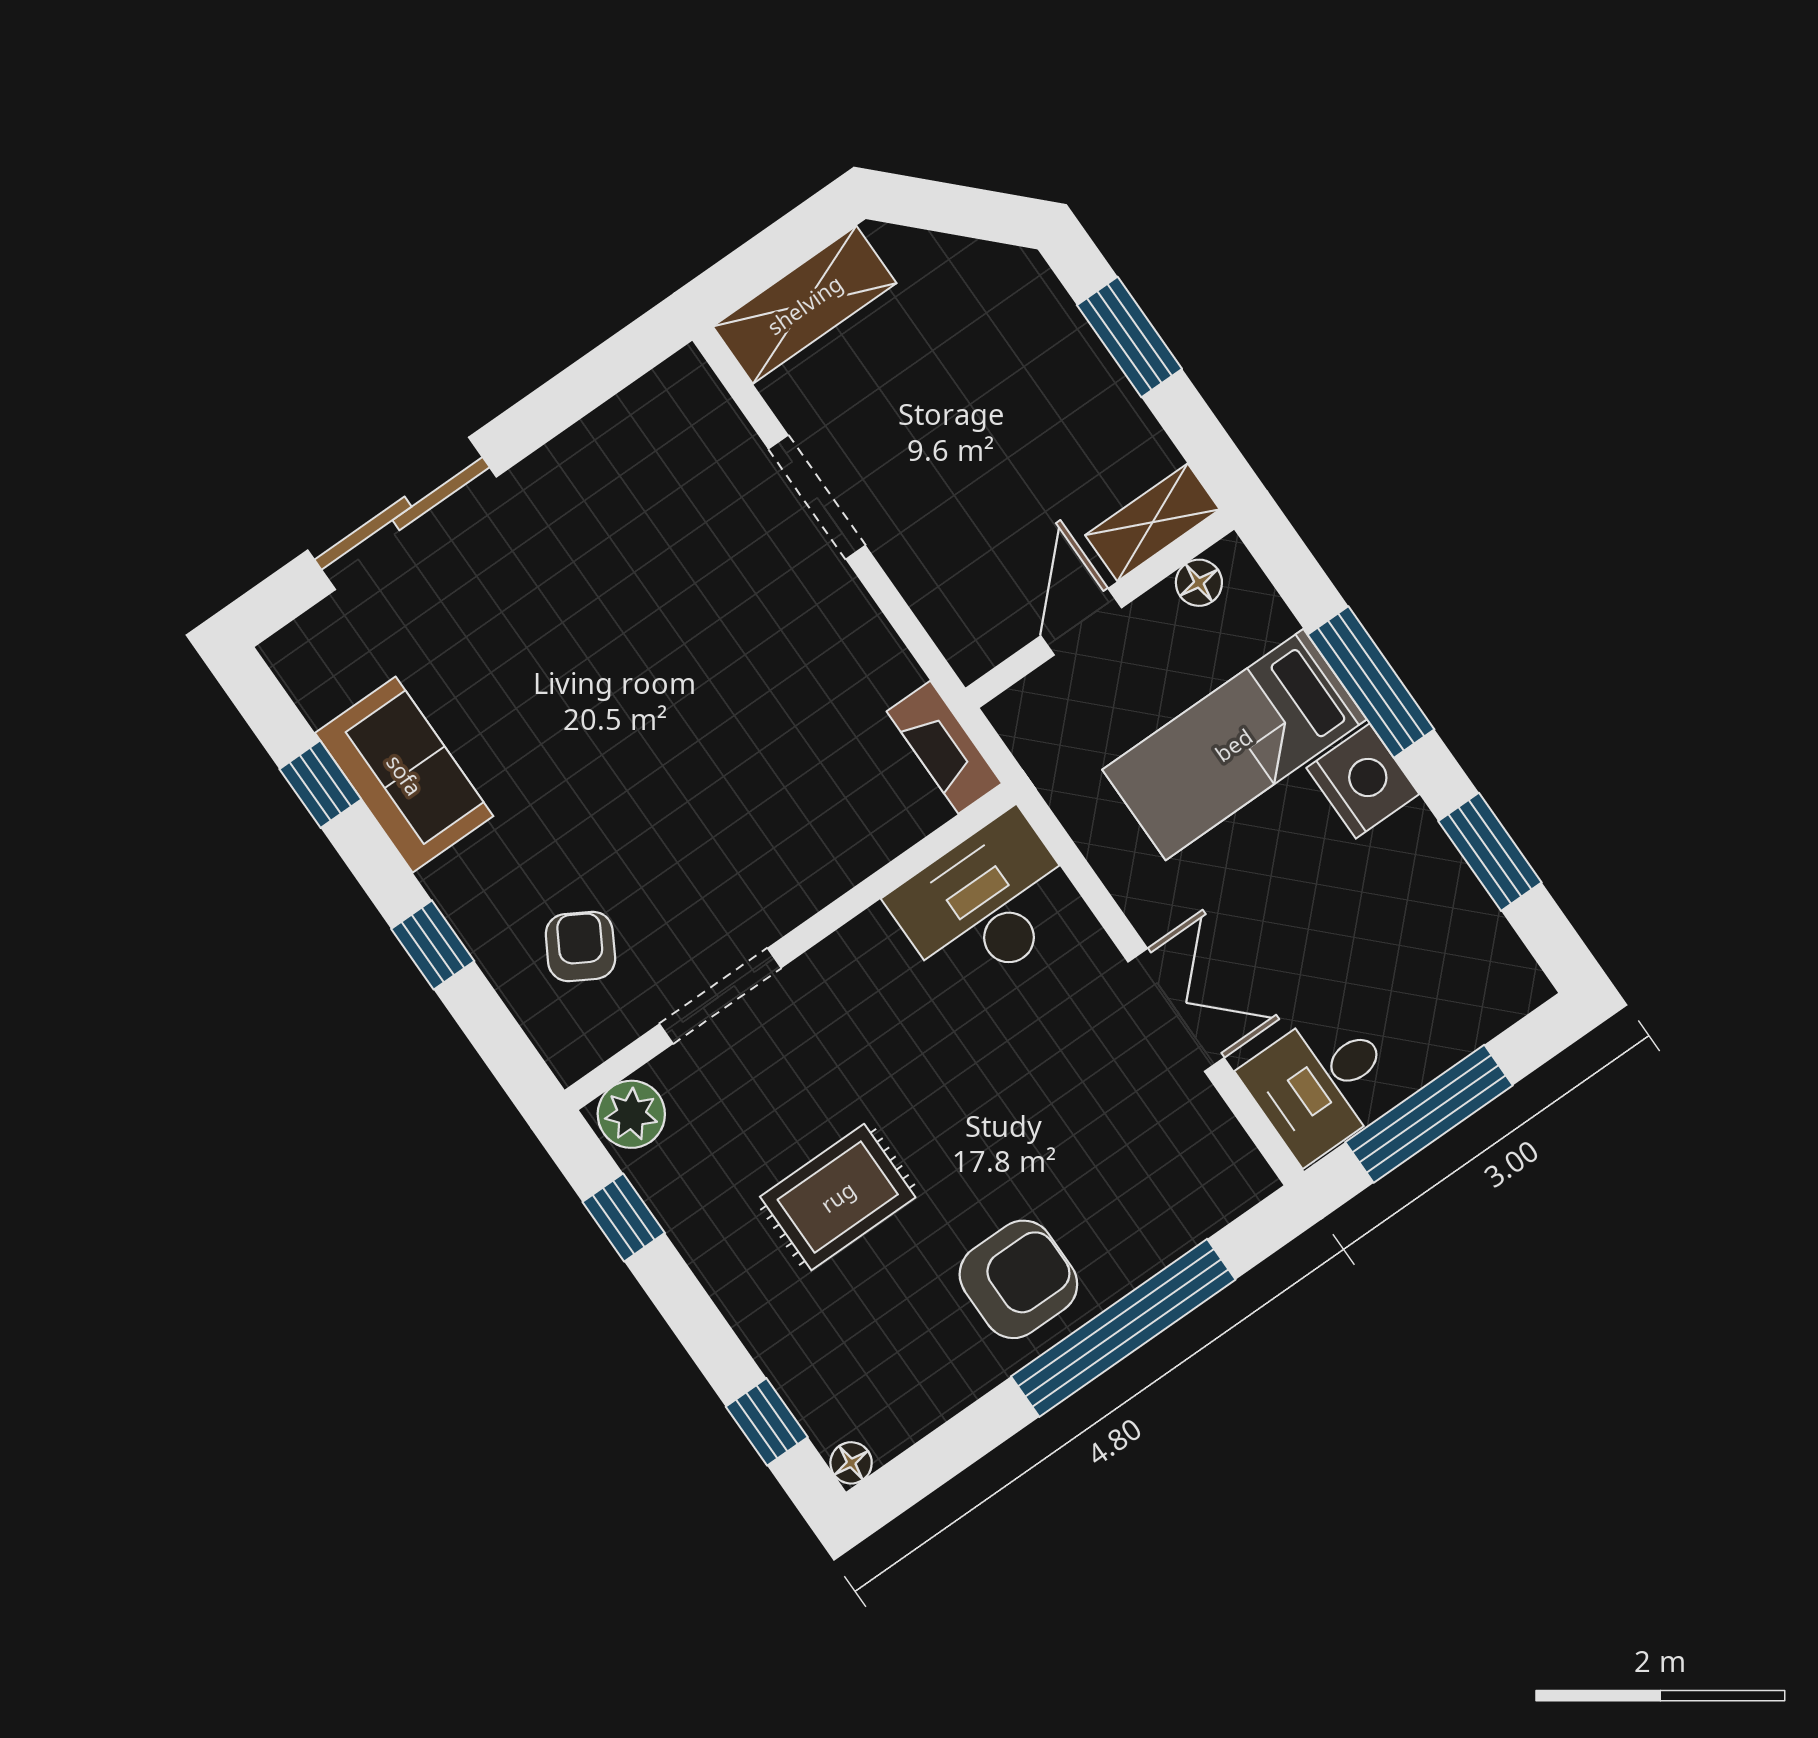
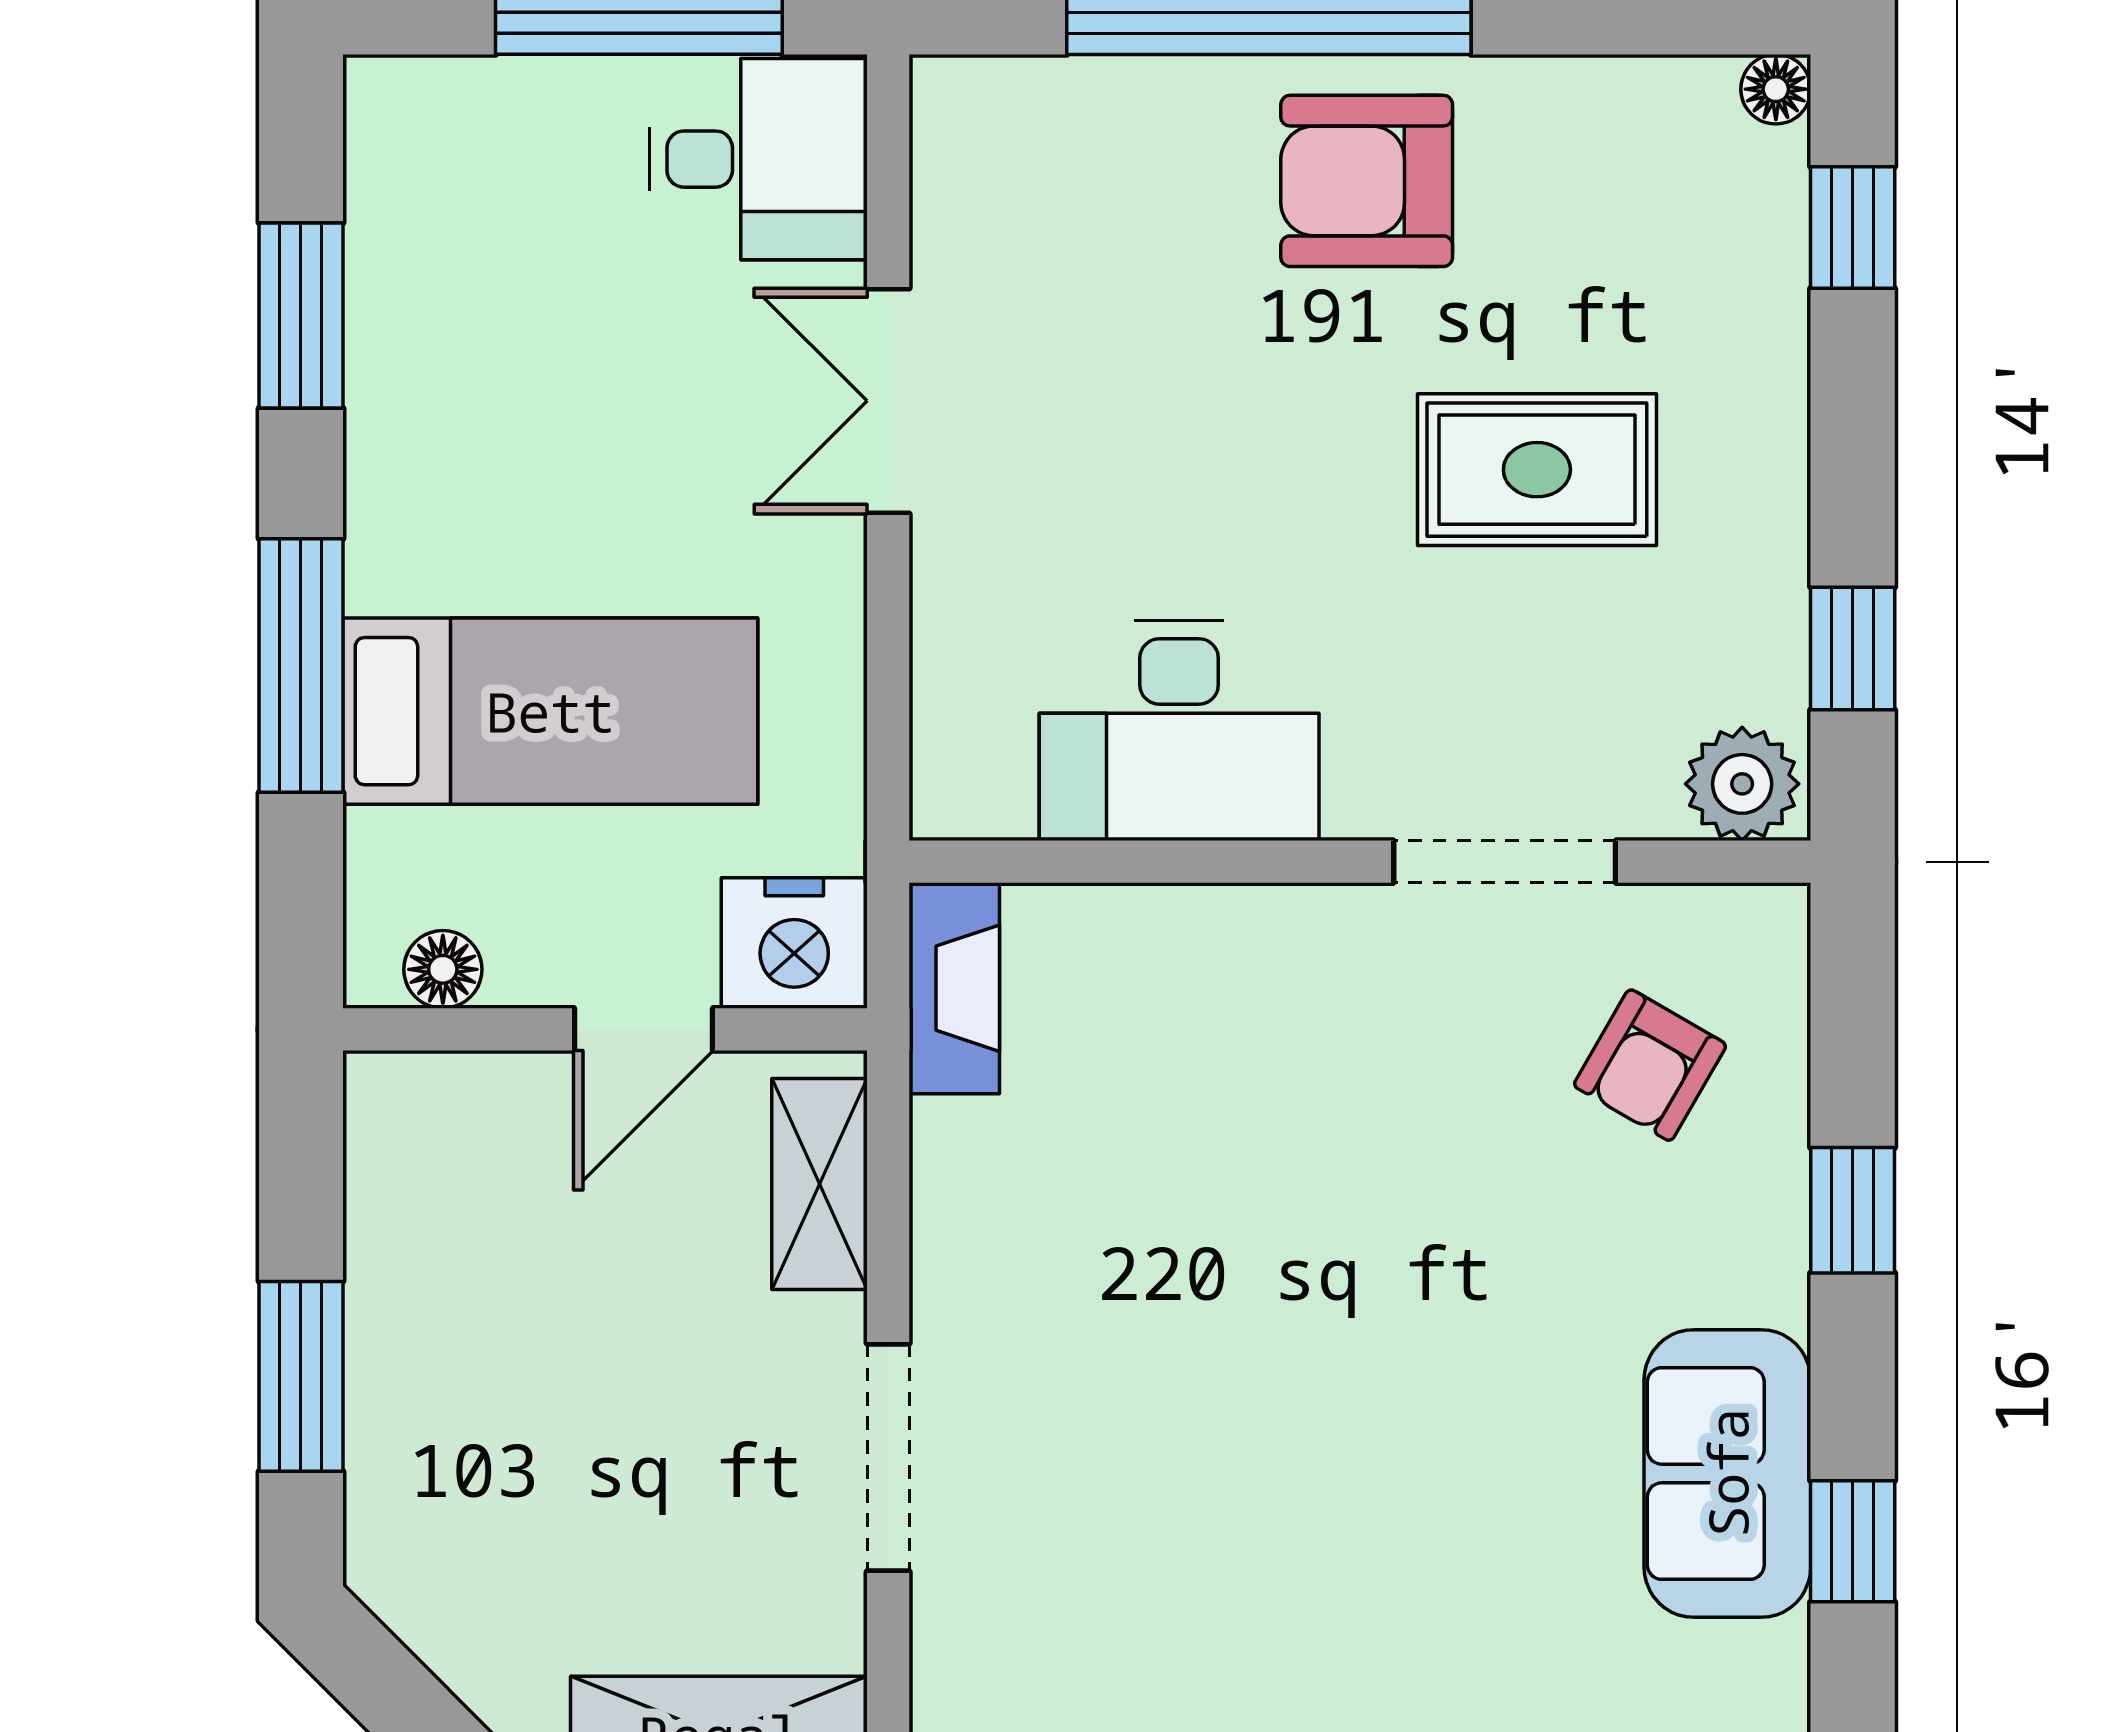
shelving: (1152, 522) -> (820, 1184), moved, turned 90
nightstand: (1363, 781) -> (794, 943), moved, turned -90
desk: (986, 904) -> (1179, 731), moved

